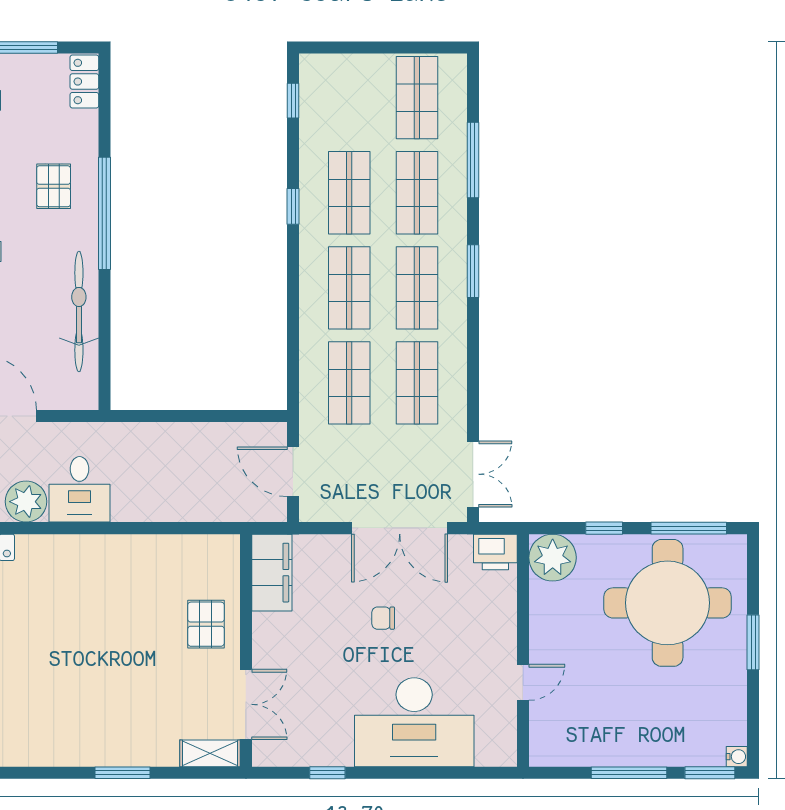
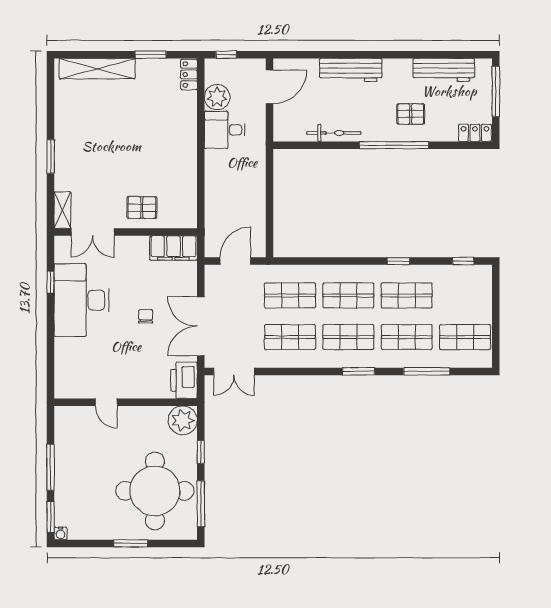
bicycle: (79, 311) -> (334, 133), width x0.73, depth x0.71
printer: (495, 552) -> (184, 380), width x1.37, depth x1.19
desk: (414, 722) -> (82, 300), moved

